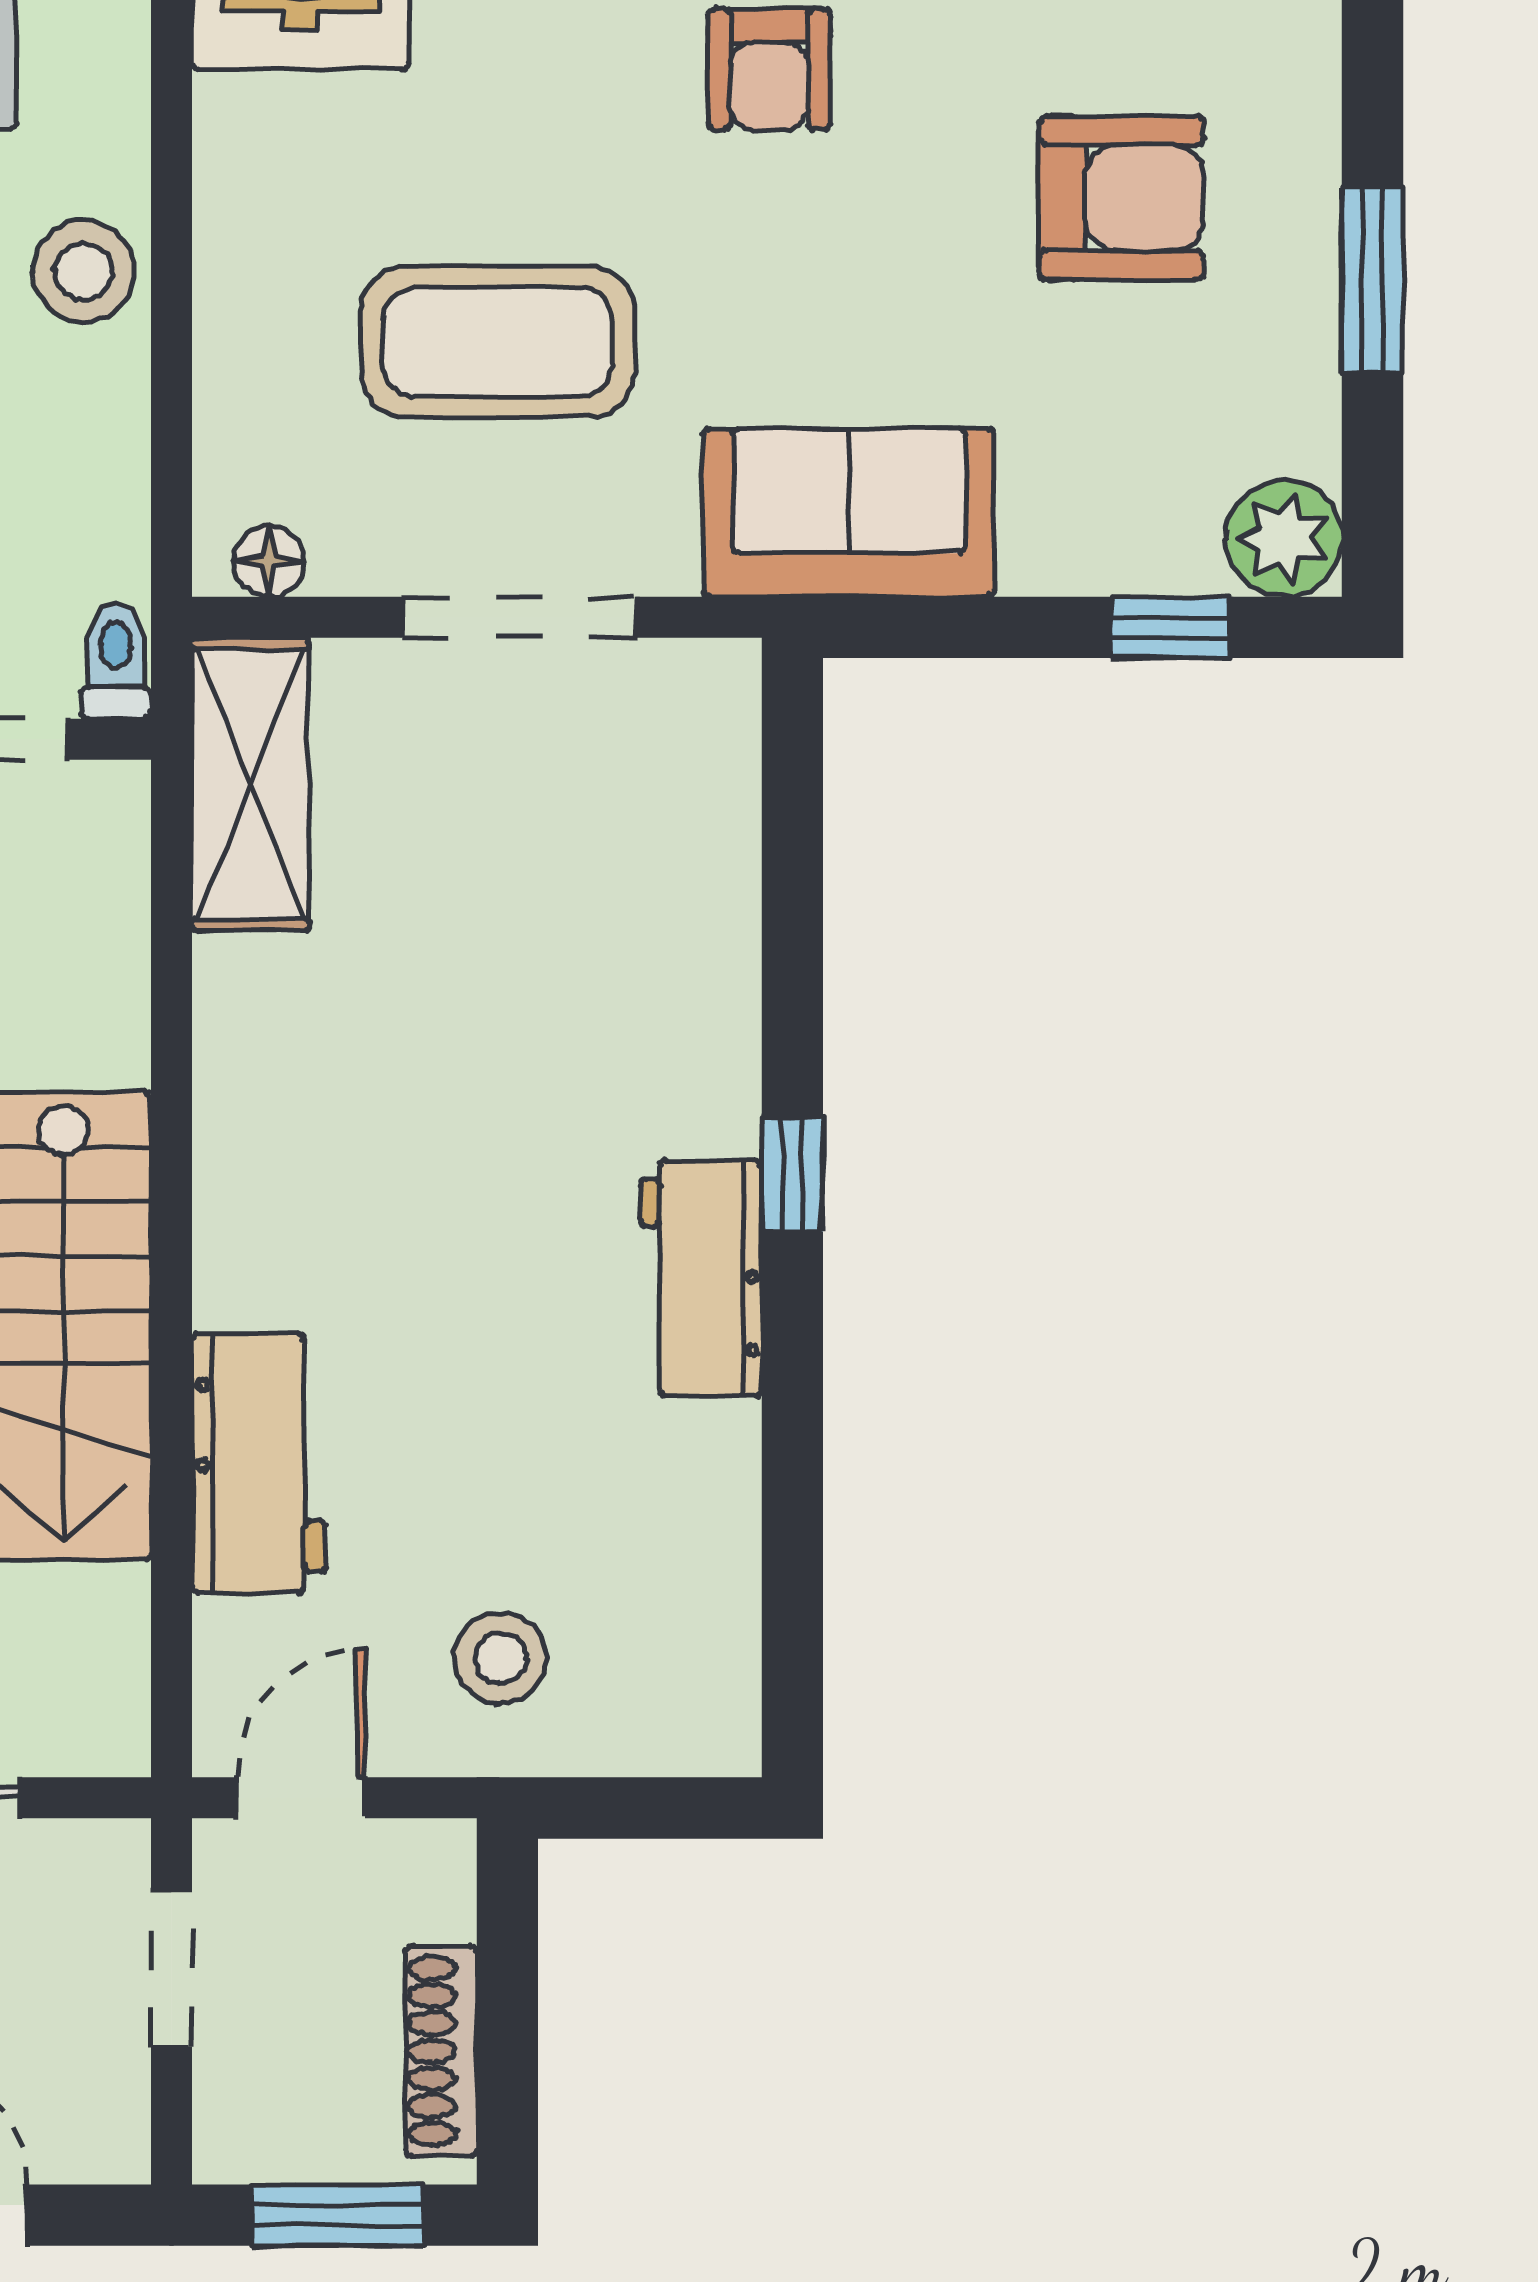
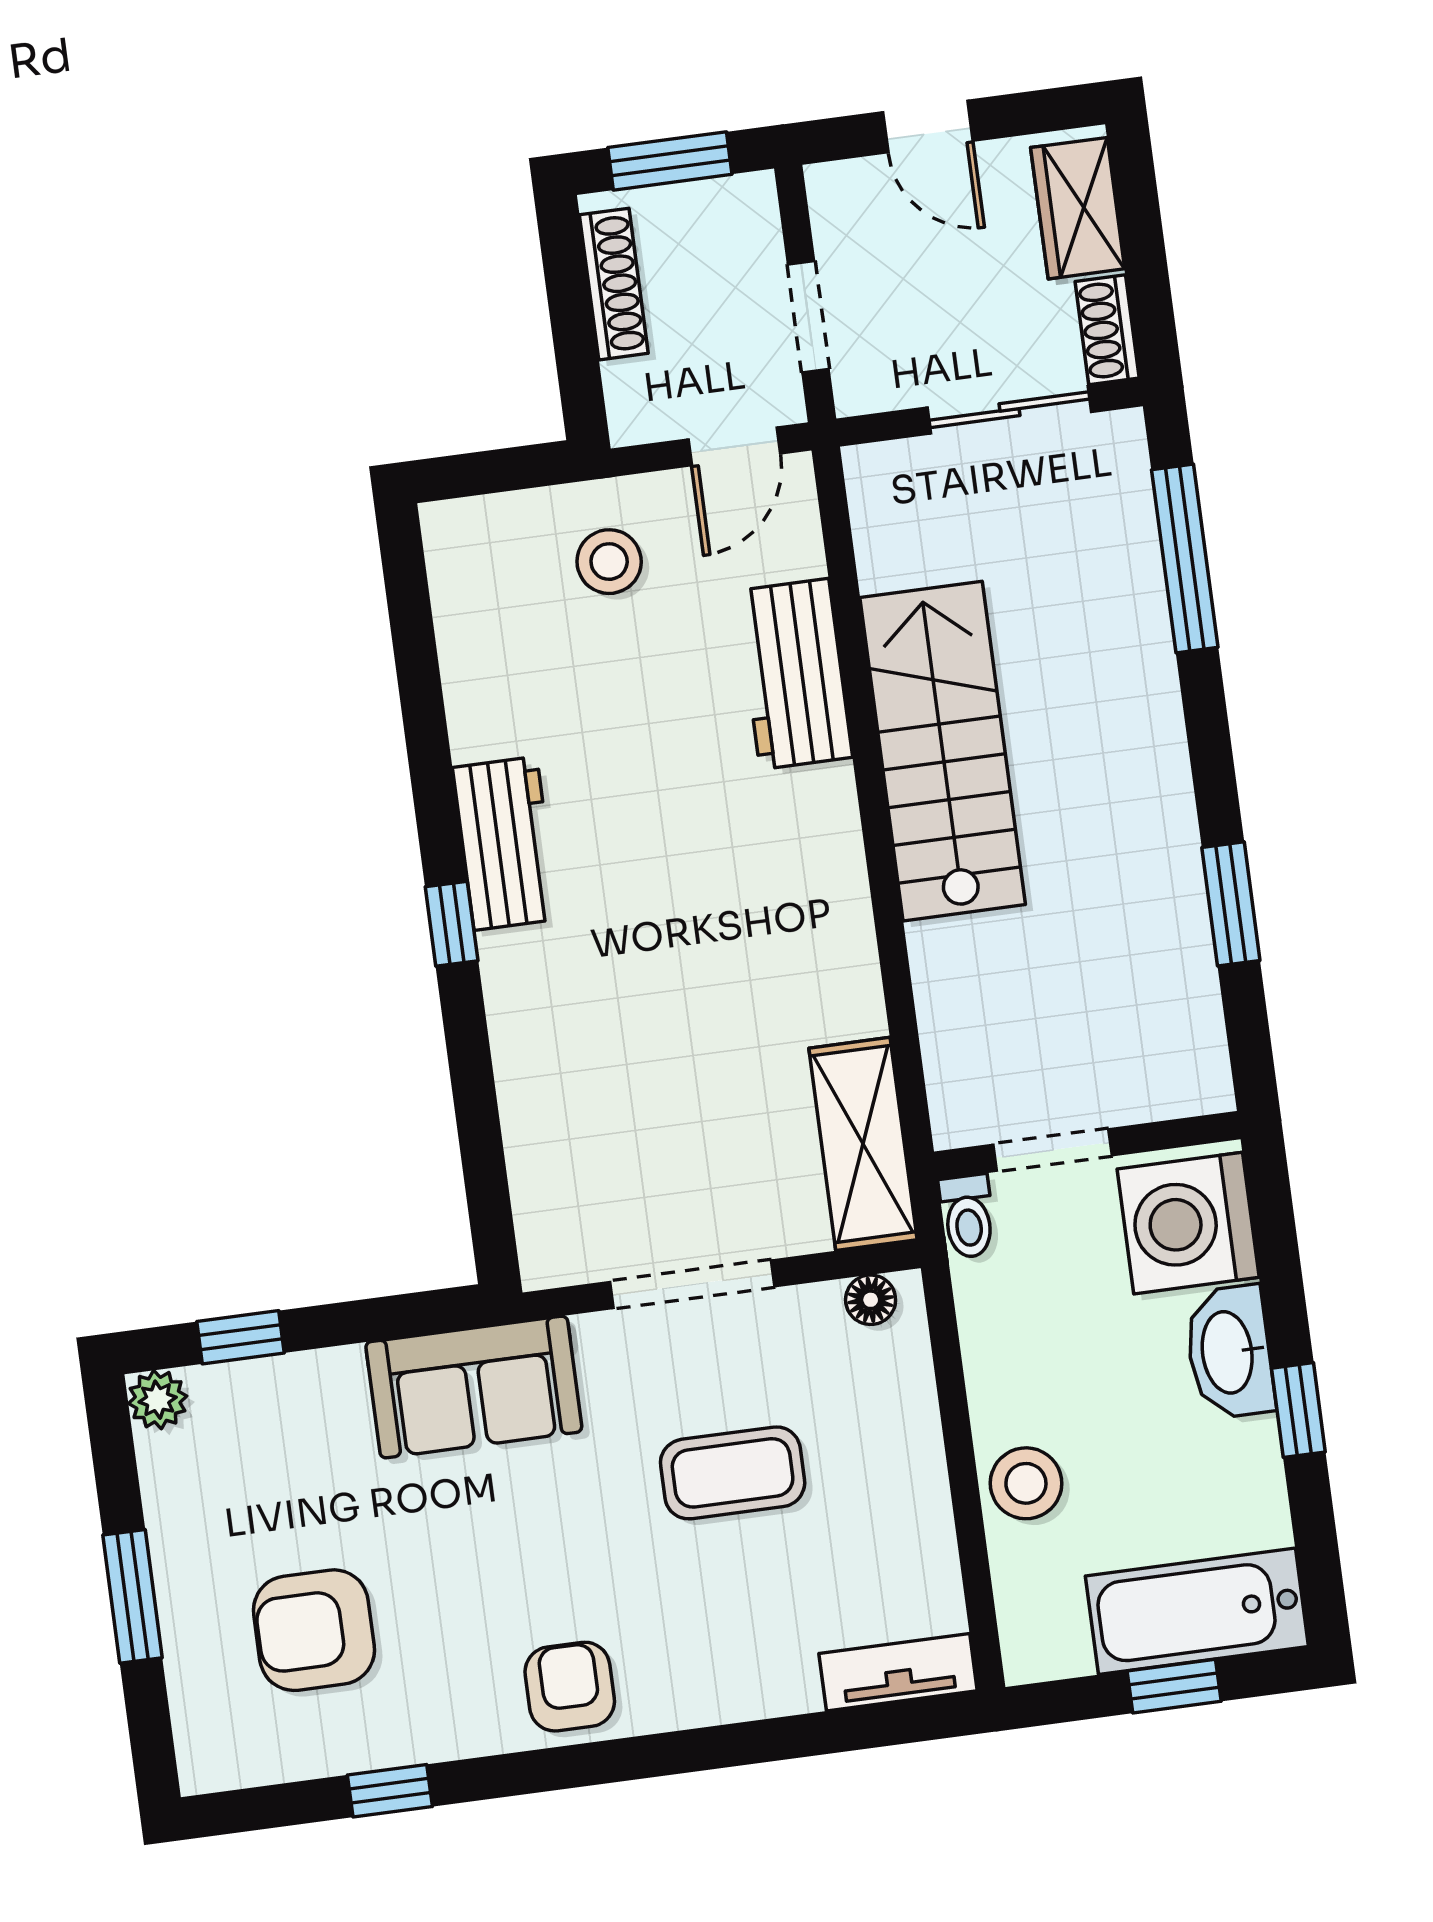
coffee table: (498, 342) -> (733, 1473), width x0.73, depth x0.76
plant: (1284, 539) -> (158, 1400), width x0.73, depth x0.73

